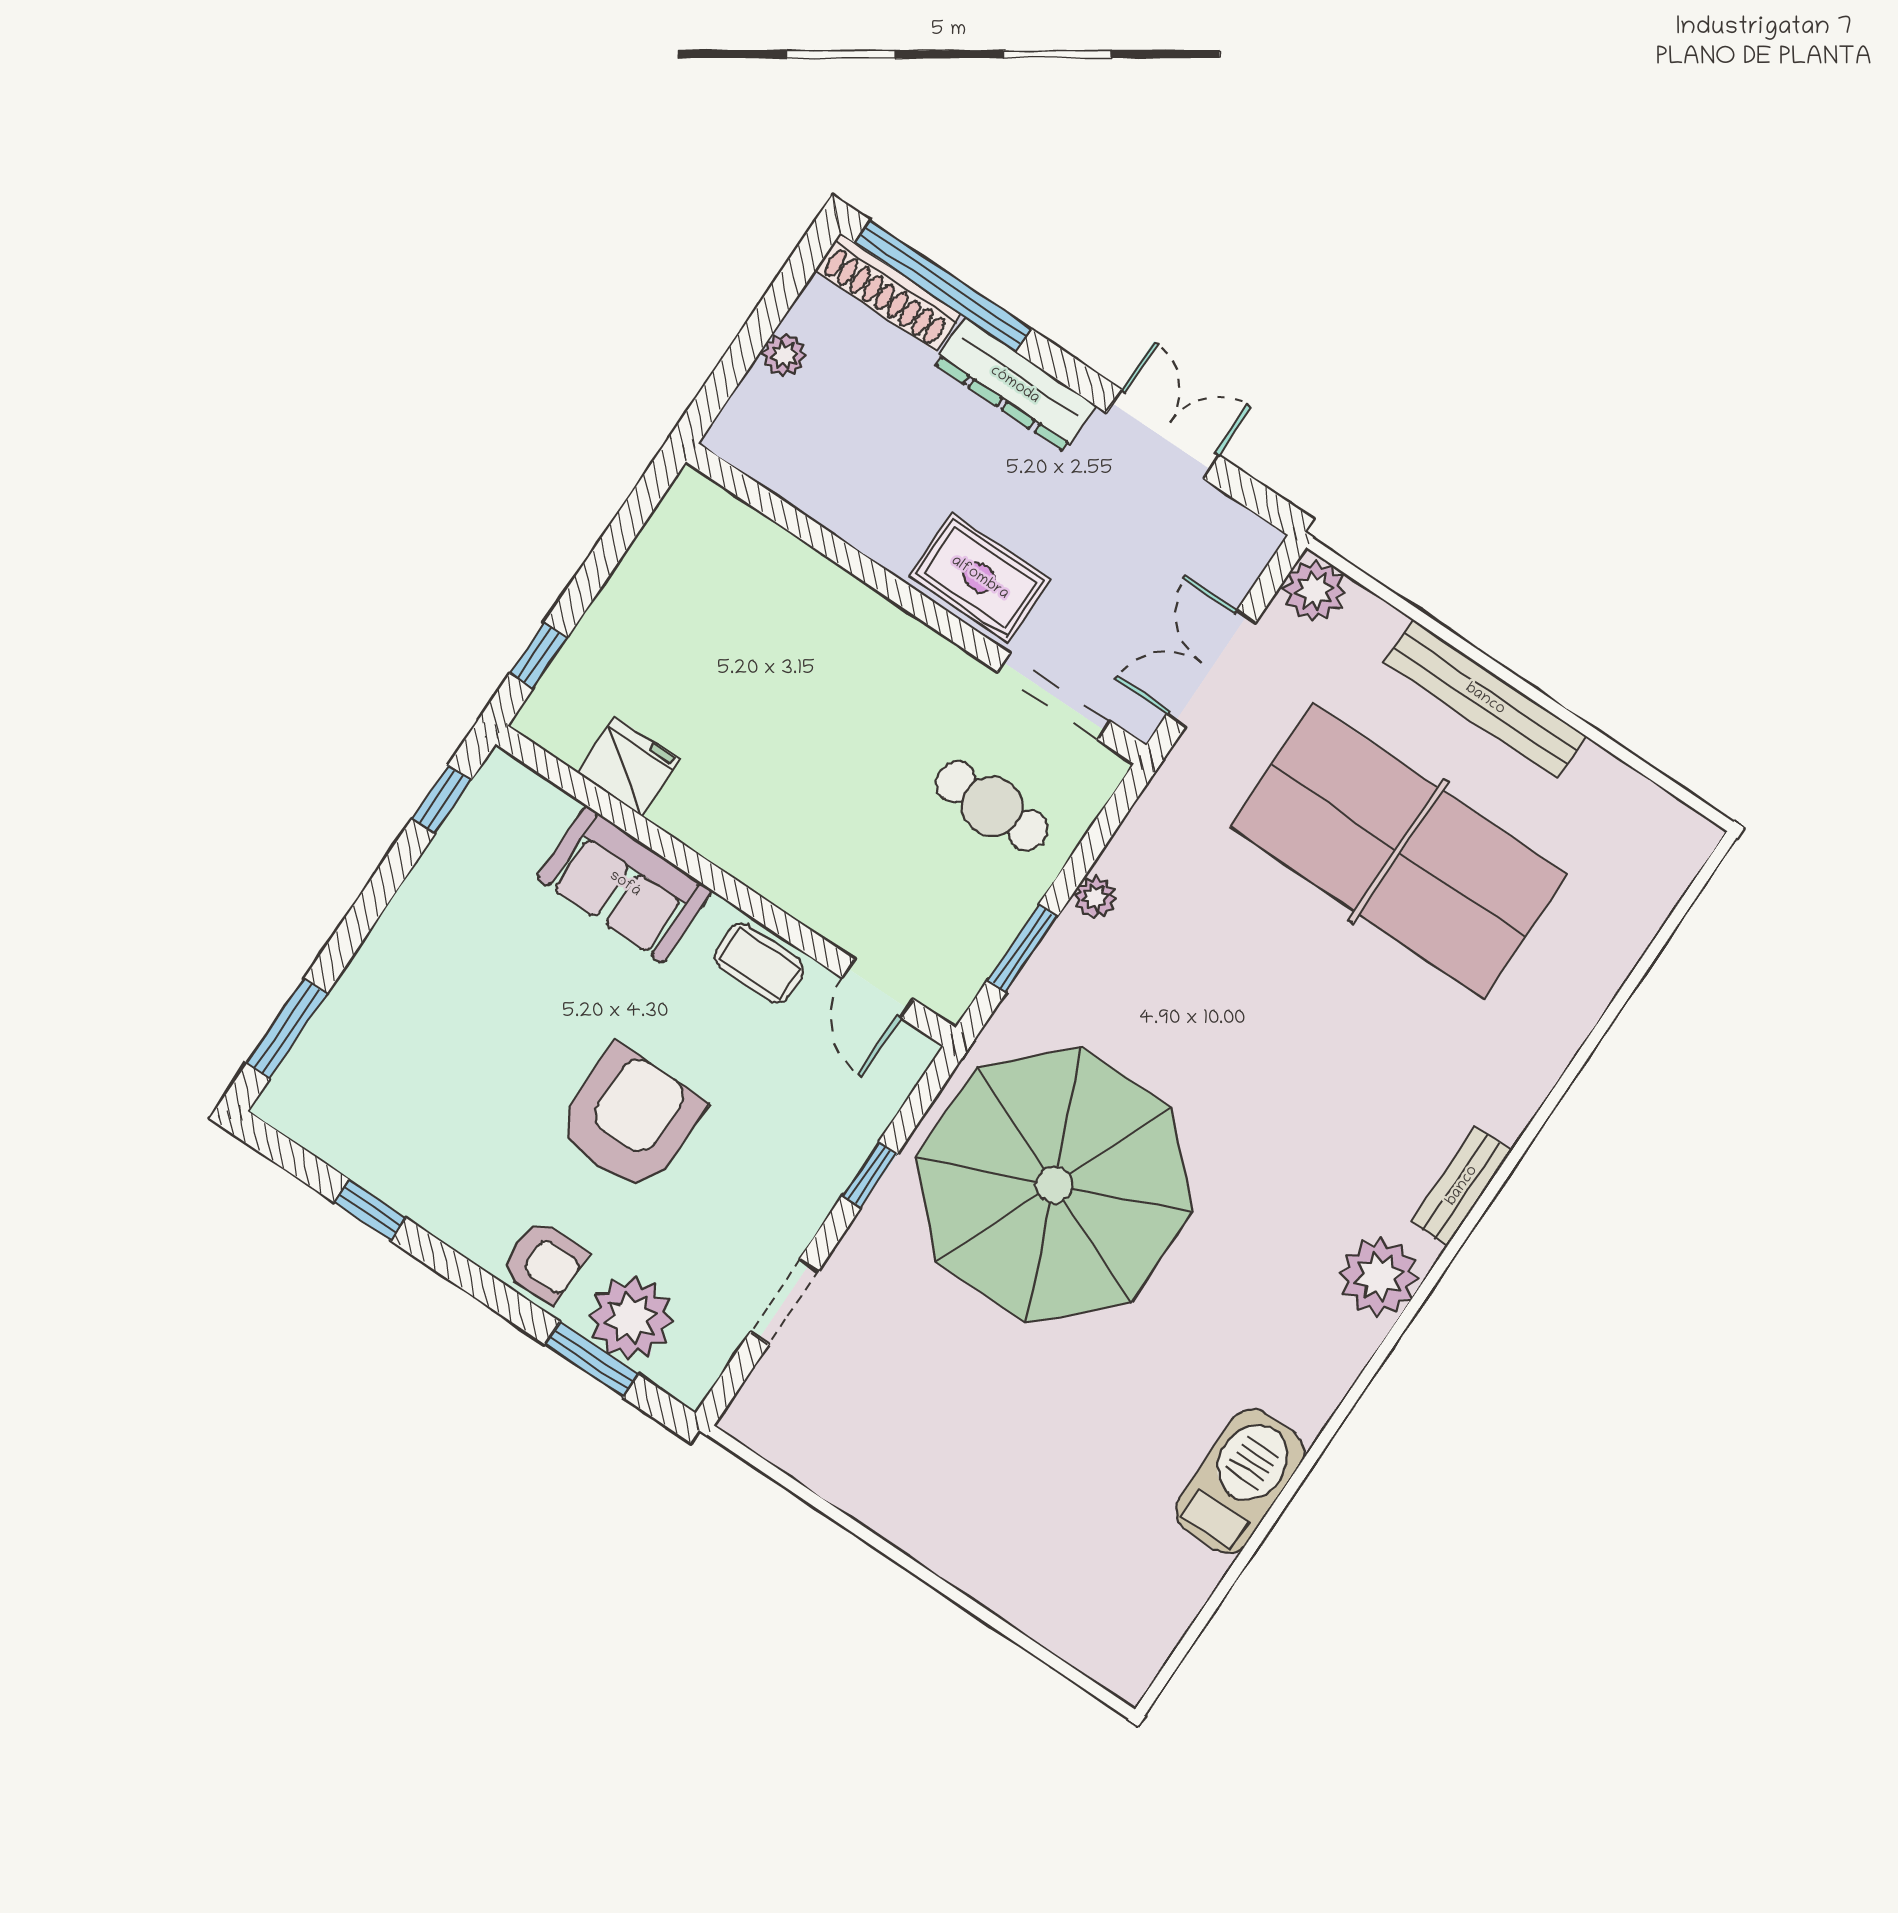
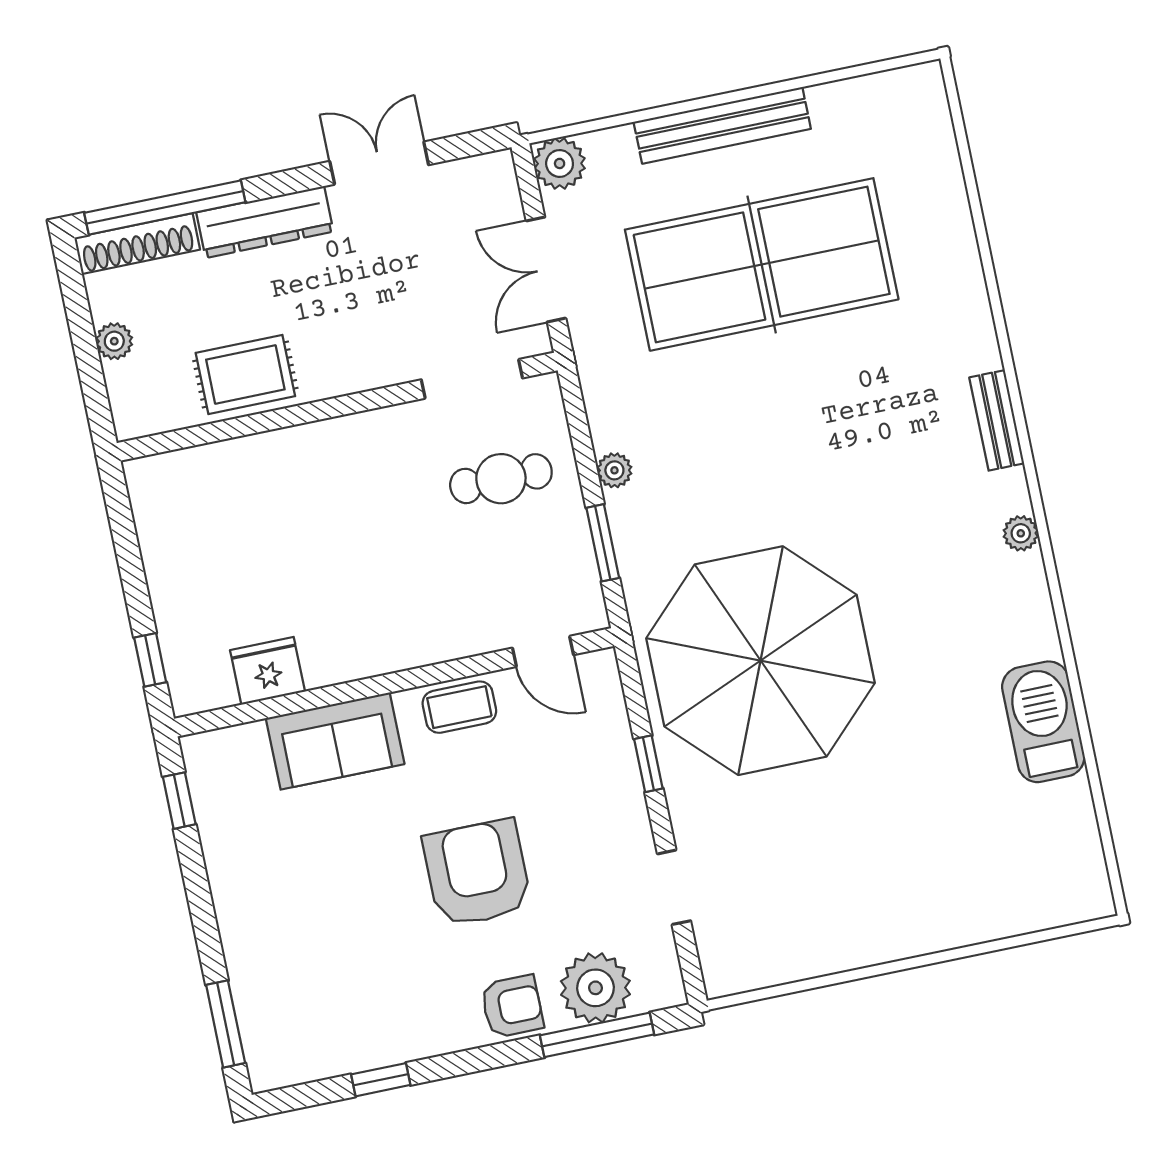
rug: (980, 578) -> (245, 374), moved
plant: (1379, 1277) -> (1021, 533), width x0.53, depth x0.53
window: (592, 1359) -> (597, 1035), width x1.44

